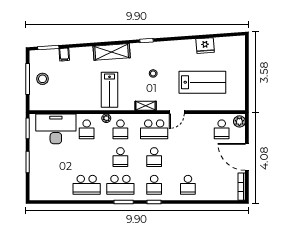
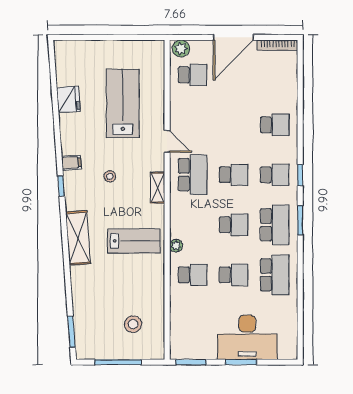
filing cabinet: (64, 54) -> (71, 163), moved
stool: (42, 79) -> (133, 324), moved
desk: (56, 129) -> (247, 337), moved, turned -90
school desk: (120, 129) -> (234, 275), moved

